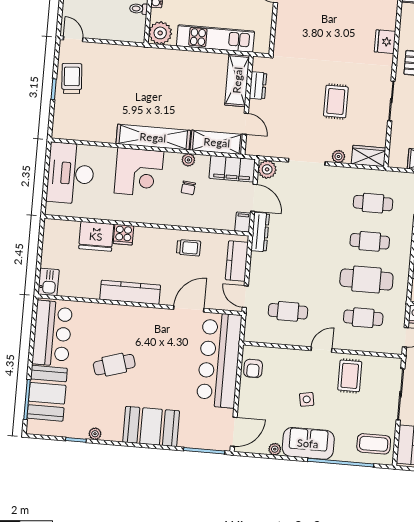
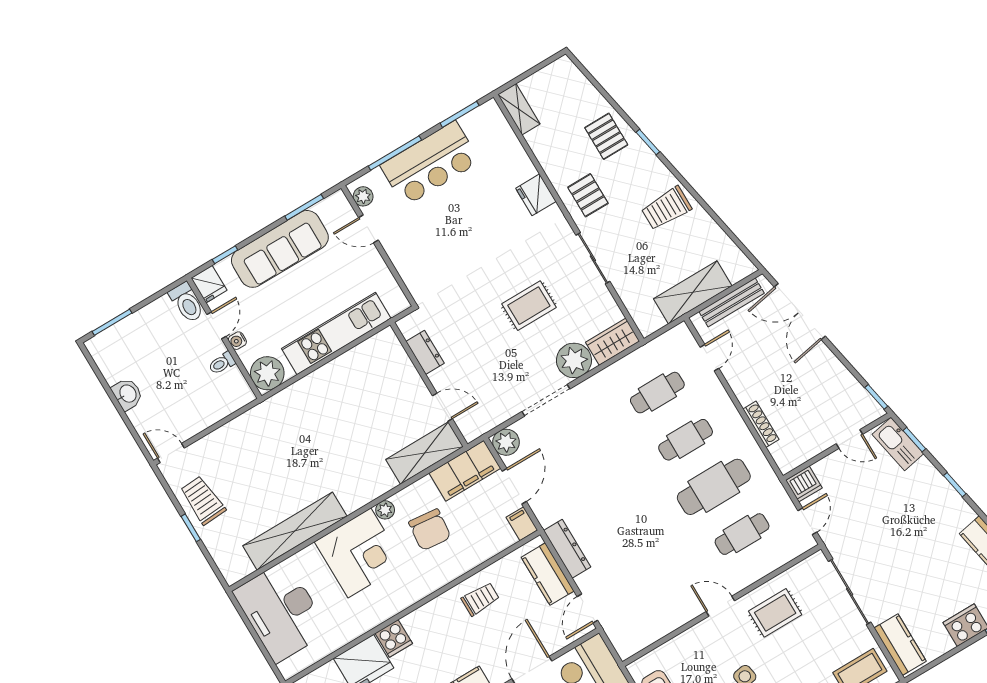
shelving: (237, 80) -> (397, 364), removed
rug: (336, 101) -> (529, 306), turned 90
shelving: (153, 137) -> (295, 531), moved
plant: (338, 156) -> (574, 360), width x1.88, depth x1.88
plant: (188, 160) -> (385, 510), moved
chair: (188, 188) -> (430, 530), width x1.87, depth x1.87
door: (254, 198) -> (514, 486), hinge flipped
dresser: (260, 232) -> (567, 549), moved
door: (245, 297) -> (587, 608), hinge flipped
cafe table: (288, 311) -> (649, 590), removed
door: (322, 350) -> (720, 606), hinge flipped
rug: (350, 376) -> (775, 613), turned 90

